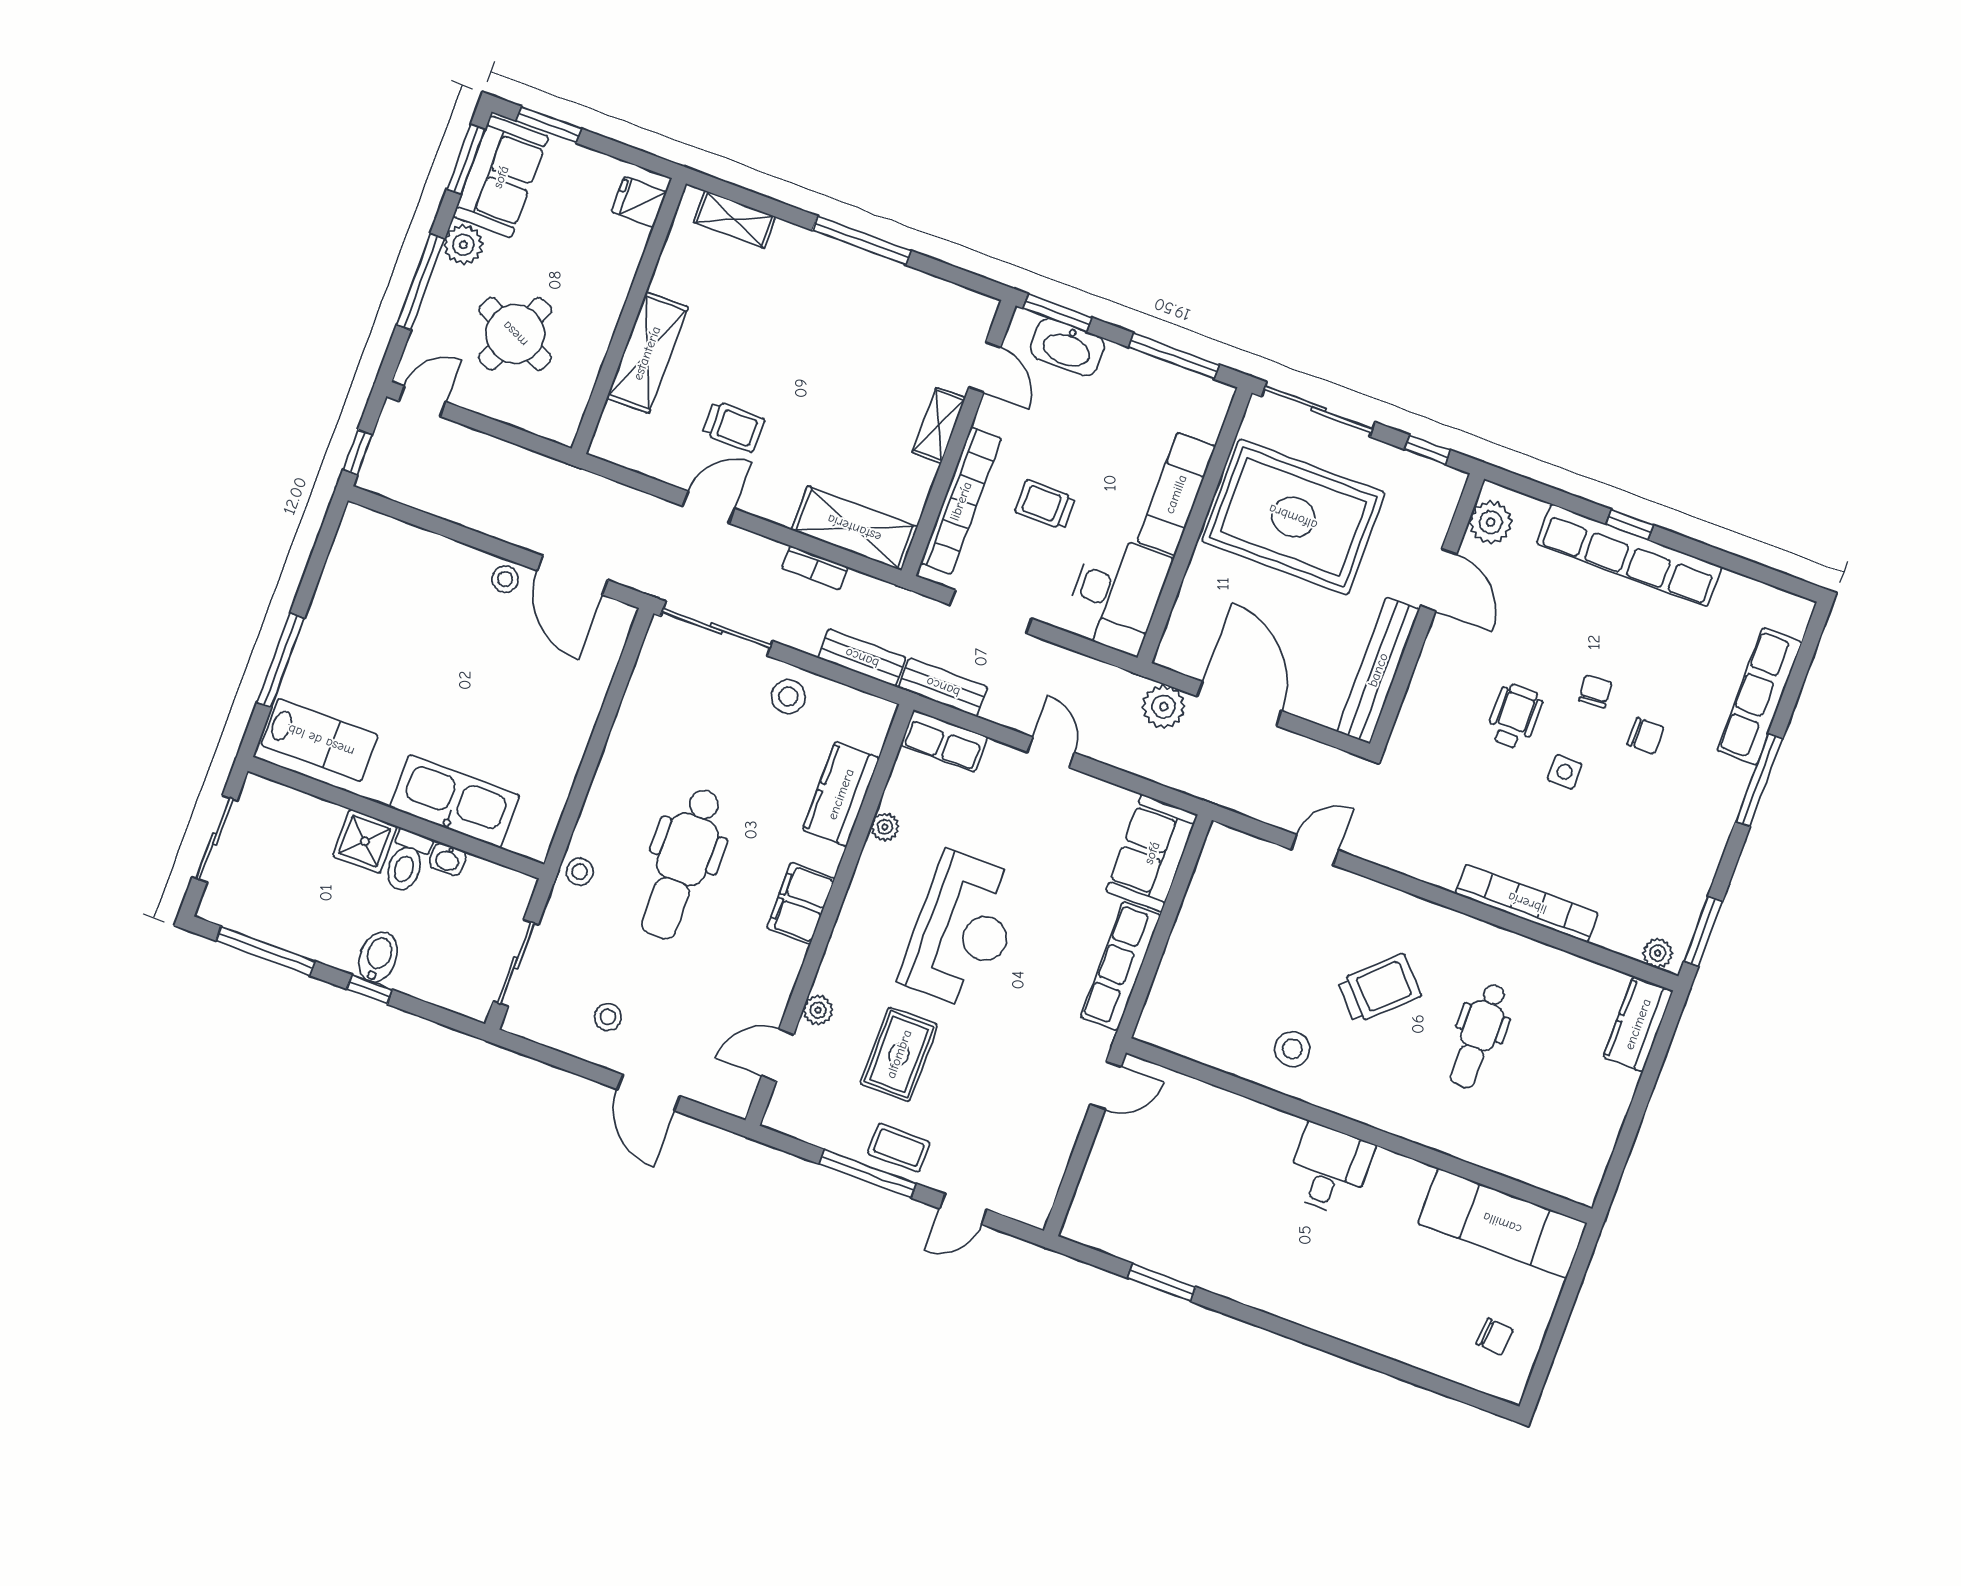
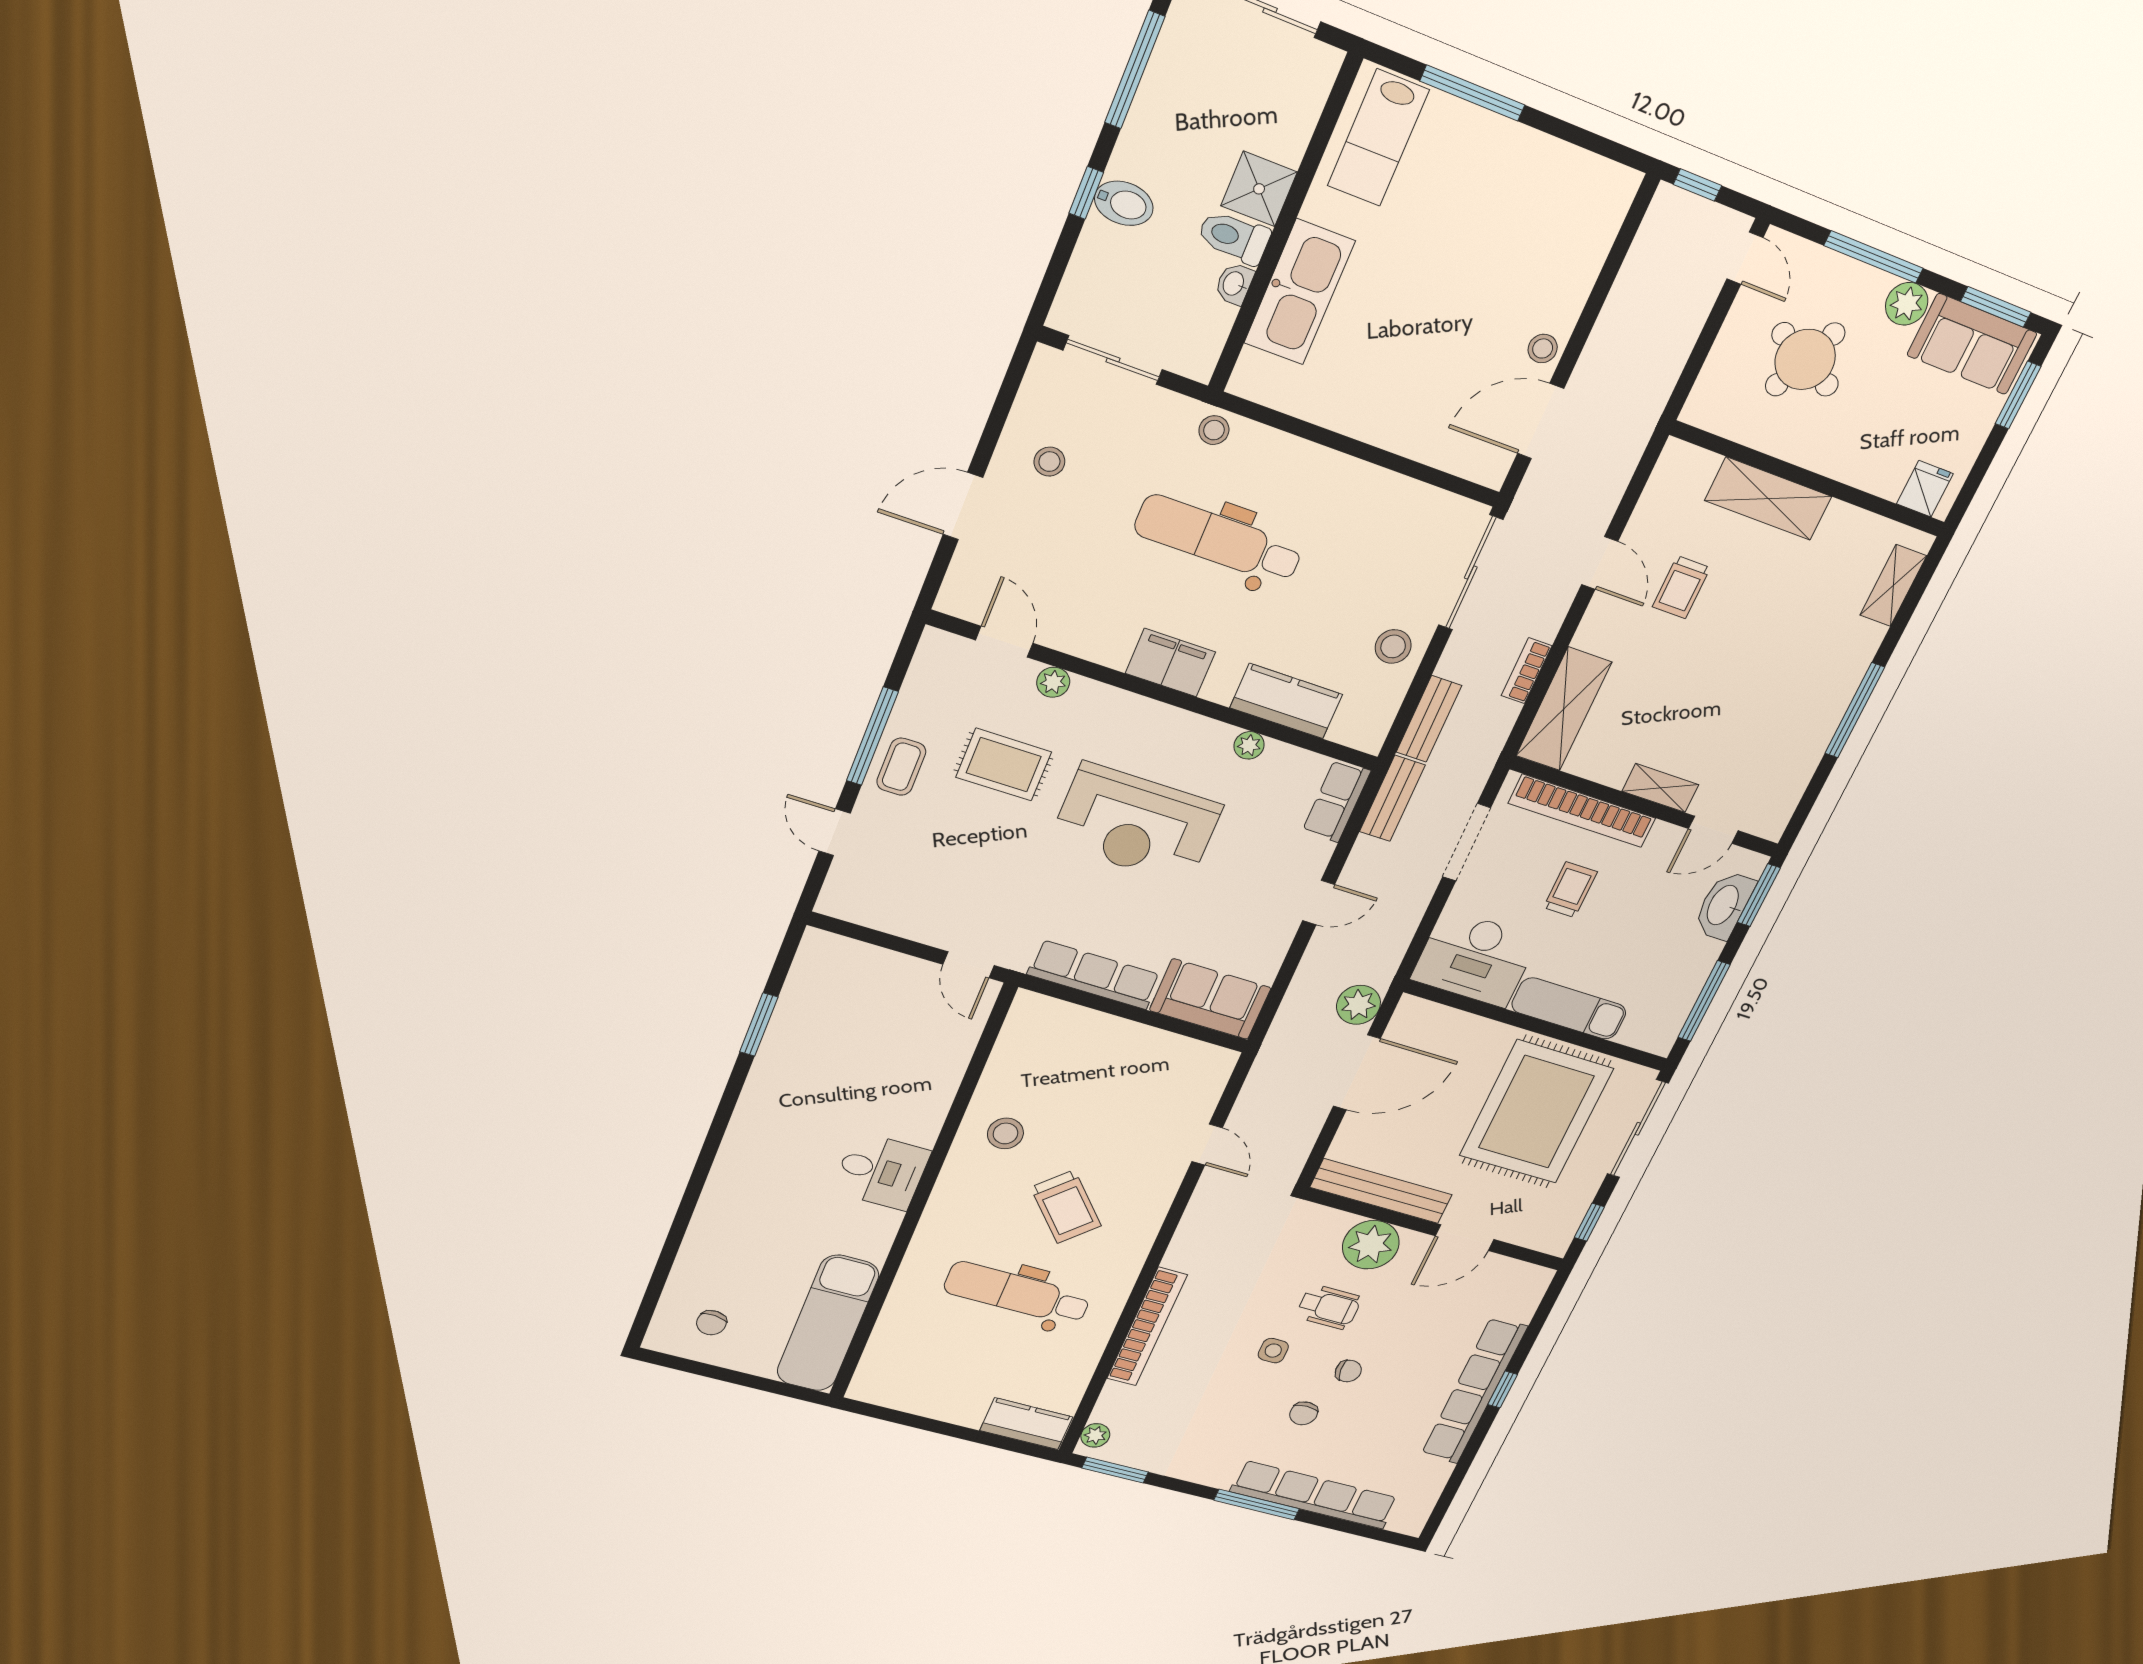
plant: (1491, 522) -> (1371, 1245), moved, width x1.36, depth x1.36
row of seats: (1759, 696) -> (1314, 1495), width x1.36
dental chair: (1478, 1036) -> (1017, 1293), width x1.36, depth x1.38

